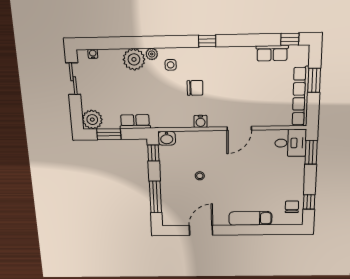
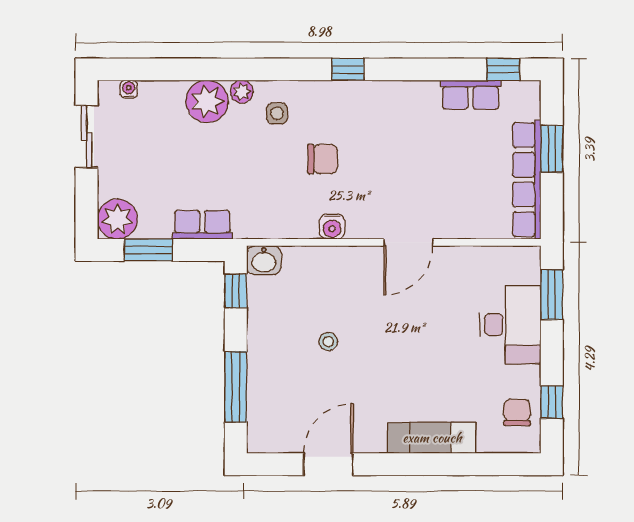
desk: (291, 143) -> (510, 325), moved, width x1.37

